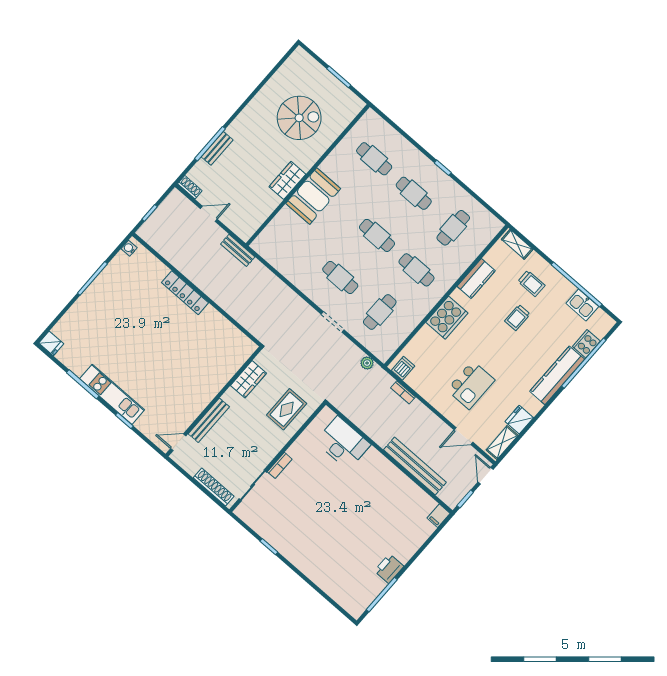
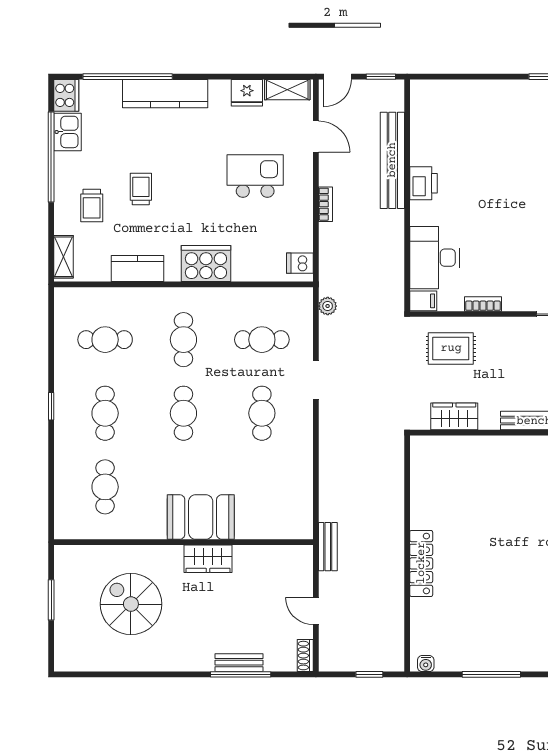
trolley: (531, 283) -> (92, 206), turned 180
trolley: (517, 318) -> (141, 189), turned -90
cooker: (586, 344) -> (66, 95), moved, turned -90
bookcase: (403, 392) -> (325, 204), moved
bookcase: (280, 465) -> (483, 304), moved
filing cabinet: (439, 516) -> (423, 301), moved
printer: (389, 569) -> (423, 183), moved, turned -90

